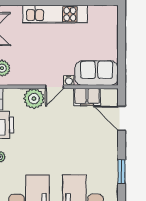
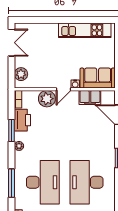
kitchen unit: (55, 14) -> (85, 30), moved

